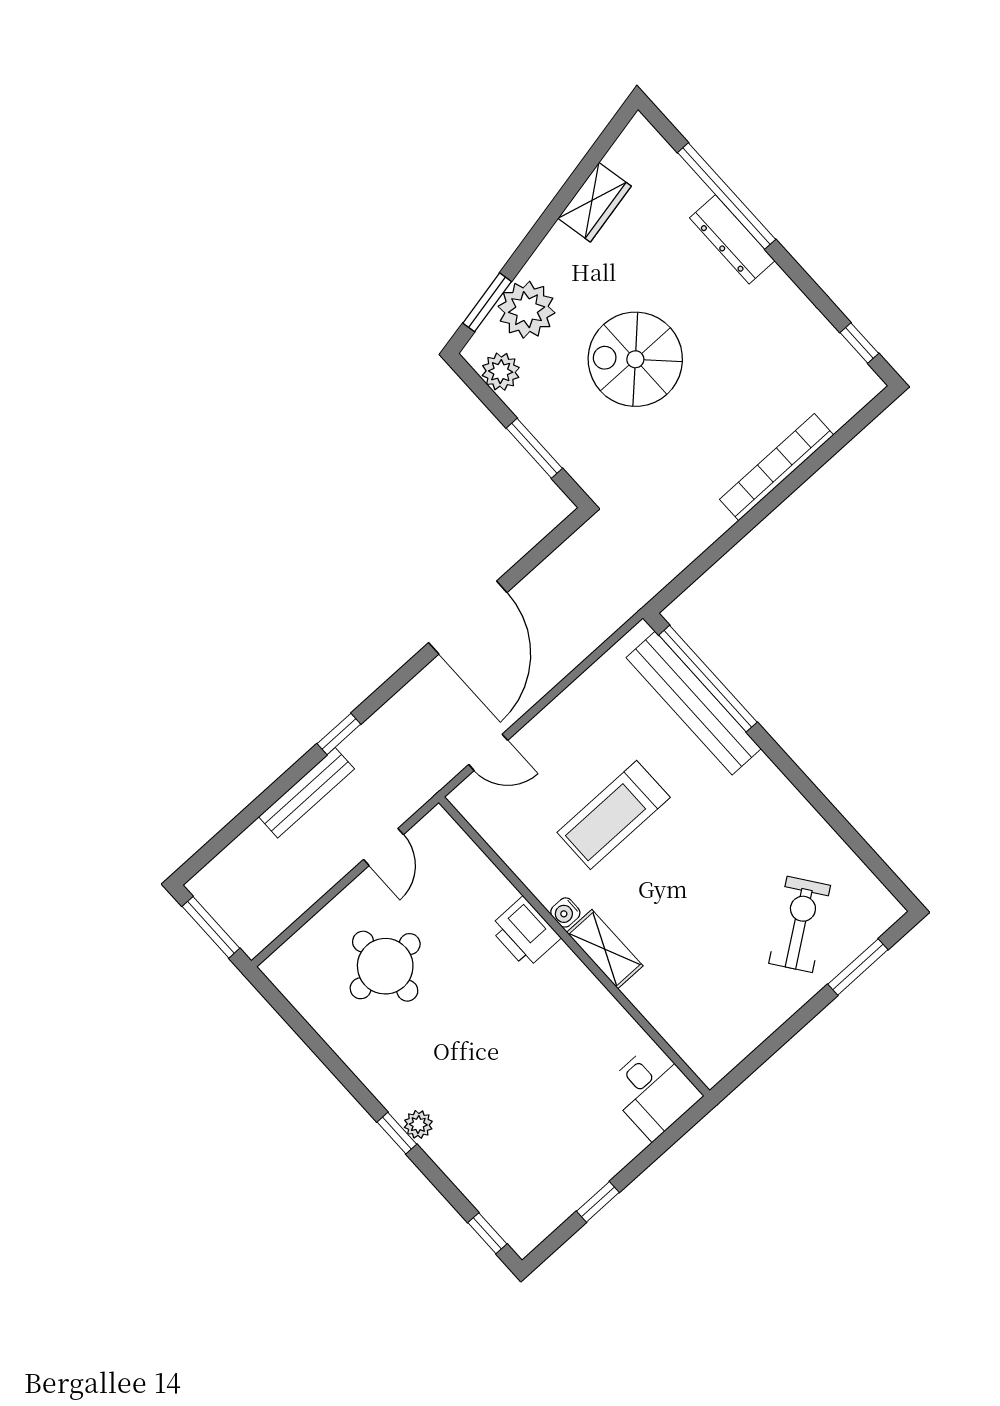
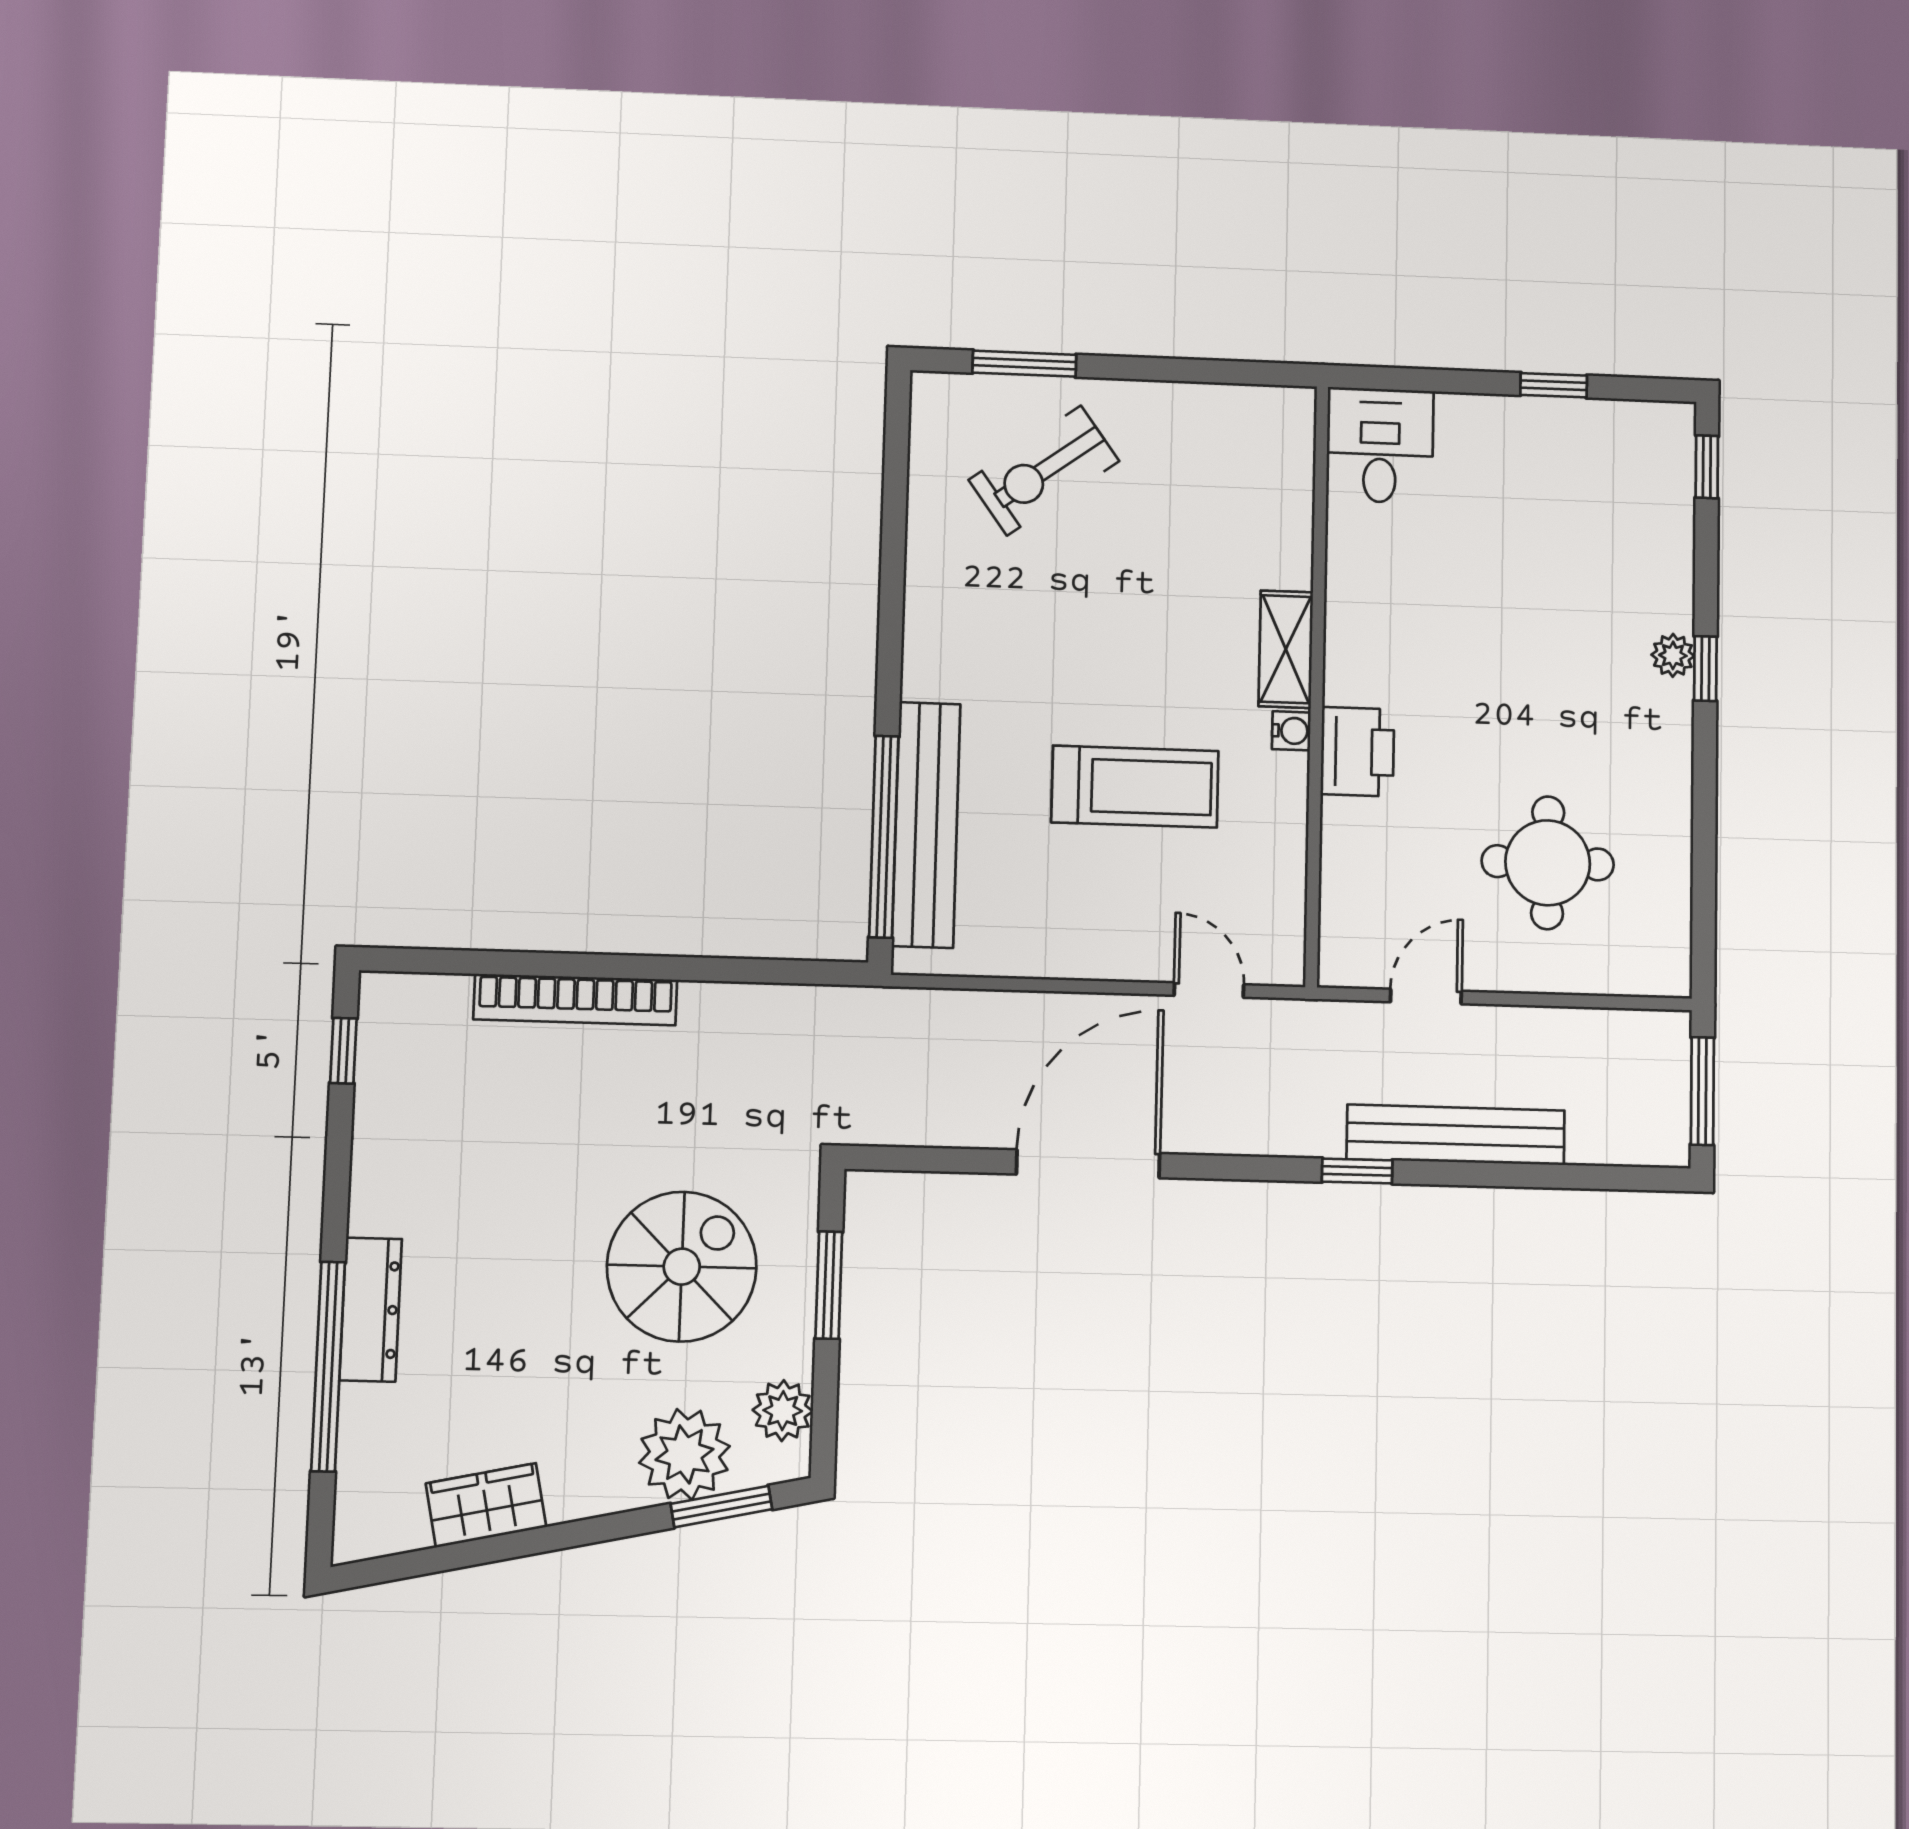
spiral stairs: (635, 359) -> (682, 1267), moved, turned -90
bench: (306, 793) -> (1456, 1135), width x1.37, depth x1.21

